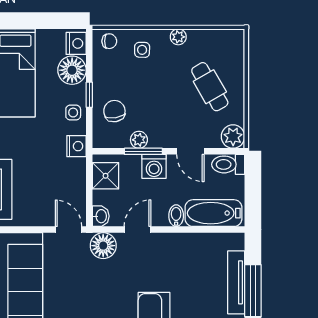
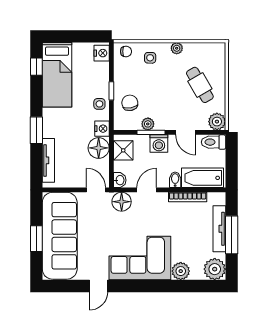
floor lamp: (72, 70) -> (99, 148), moved
bookcase: (193, 239) -> (188, 197), added

